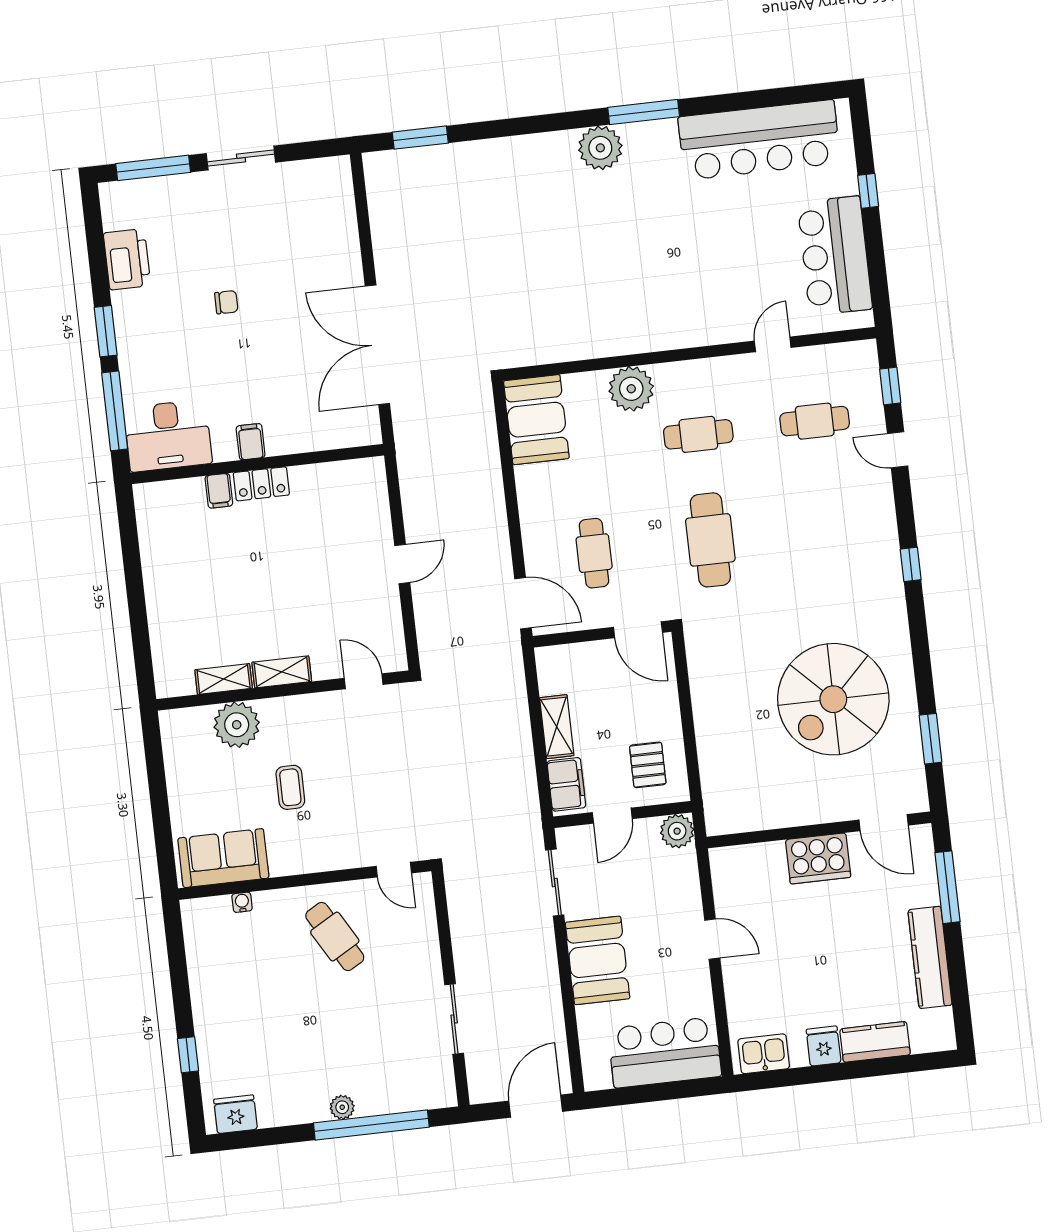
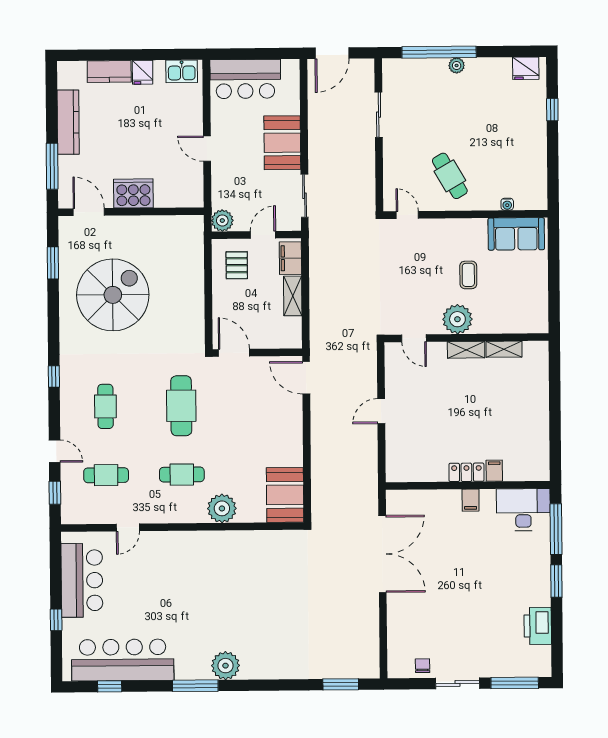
window: (775, 97) -> (110, 686), added
chair: (226, 302) -> (423, 666), moved, turned 90
cafe table: (594, 553) -> (105, 406), moved
plant: (237, 725) -> (457, 319), moved

